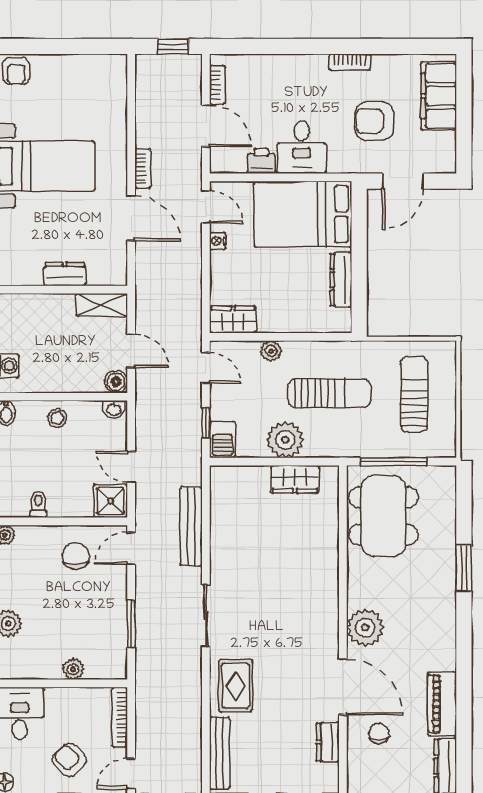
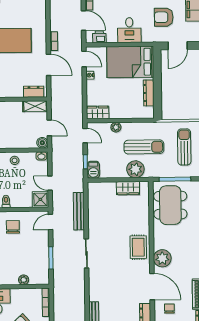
printer: (261, 161) -> (99, 37), moved
dresser: (65, 274) -> (34, 92), moved
plant: (285, 440) -> (135, 169), moved
chair: (76, 556) -> (13, 227), moved
rug: (236, 686) -> (138, 247), moved

